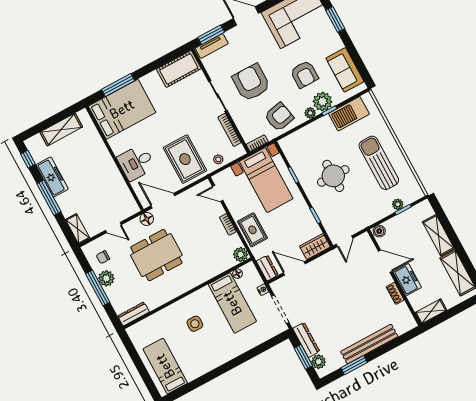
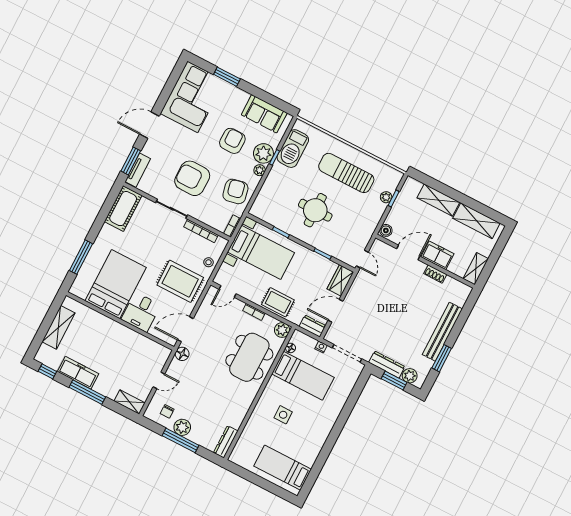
armchair: (304, 74) -> (232, 141), turned -90
bed: (122, 109) -> (116, 284), moved
dining table: (156, 255) -> (249, 357), moved

